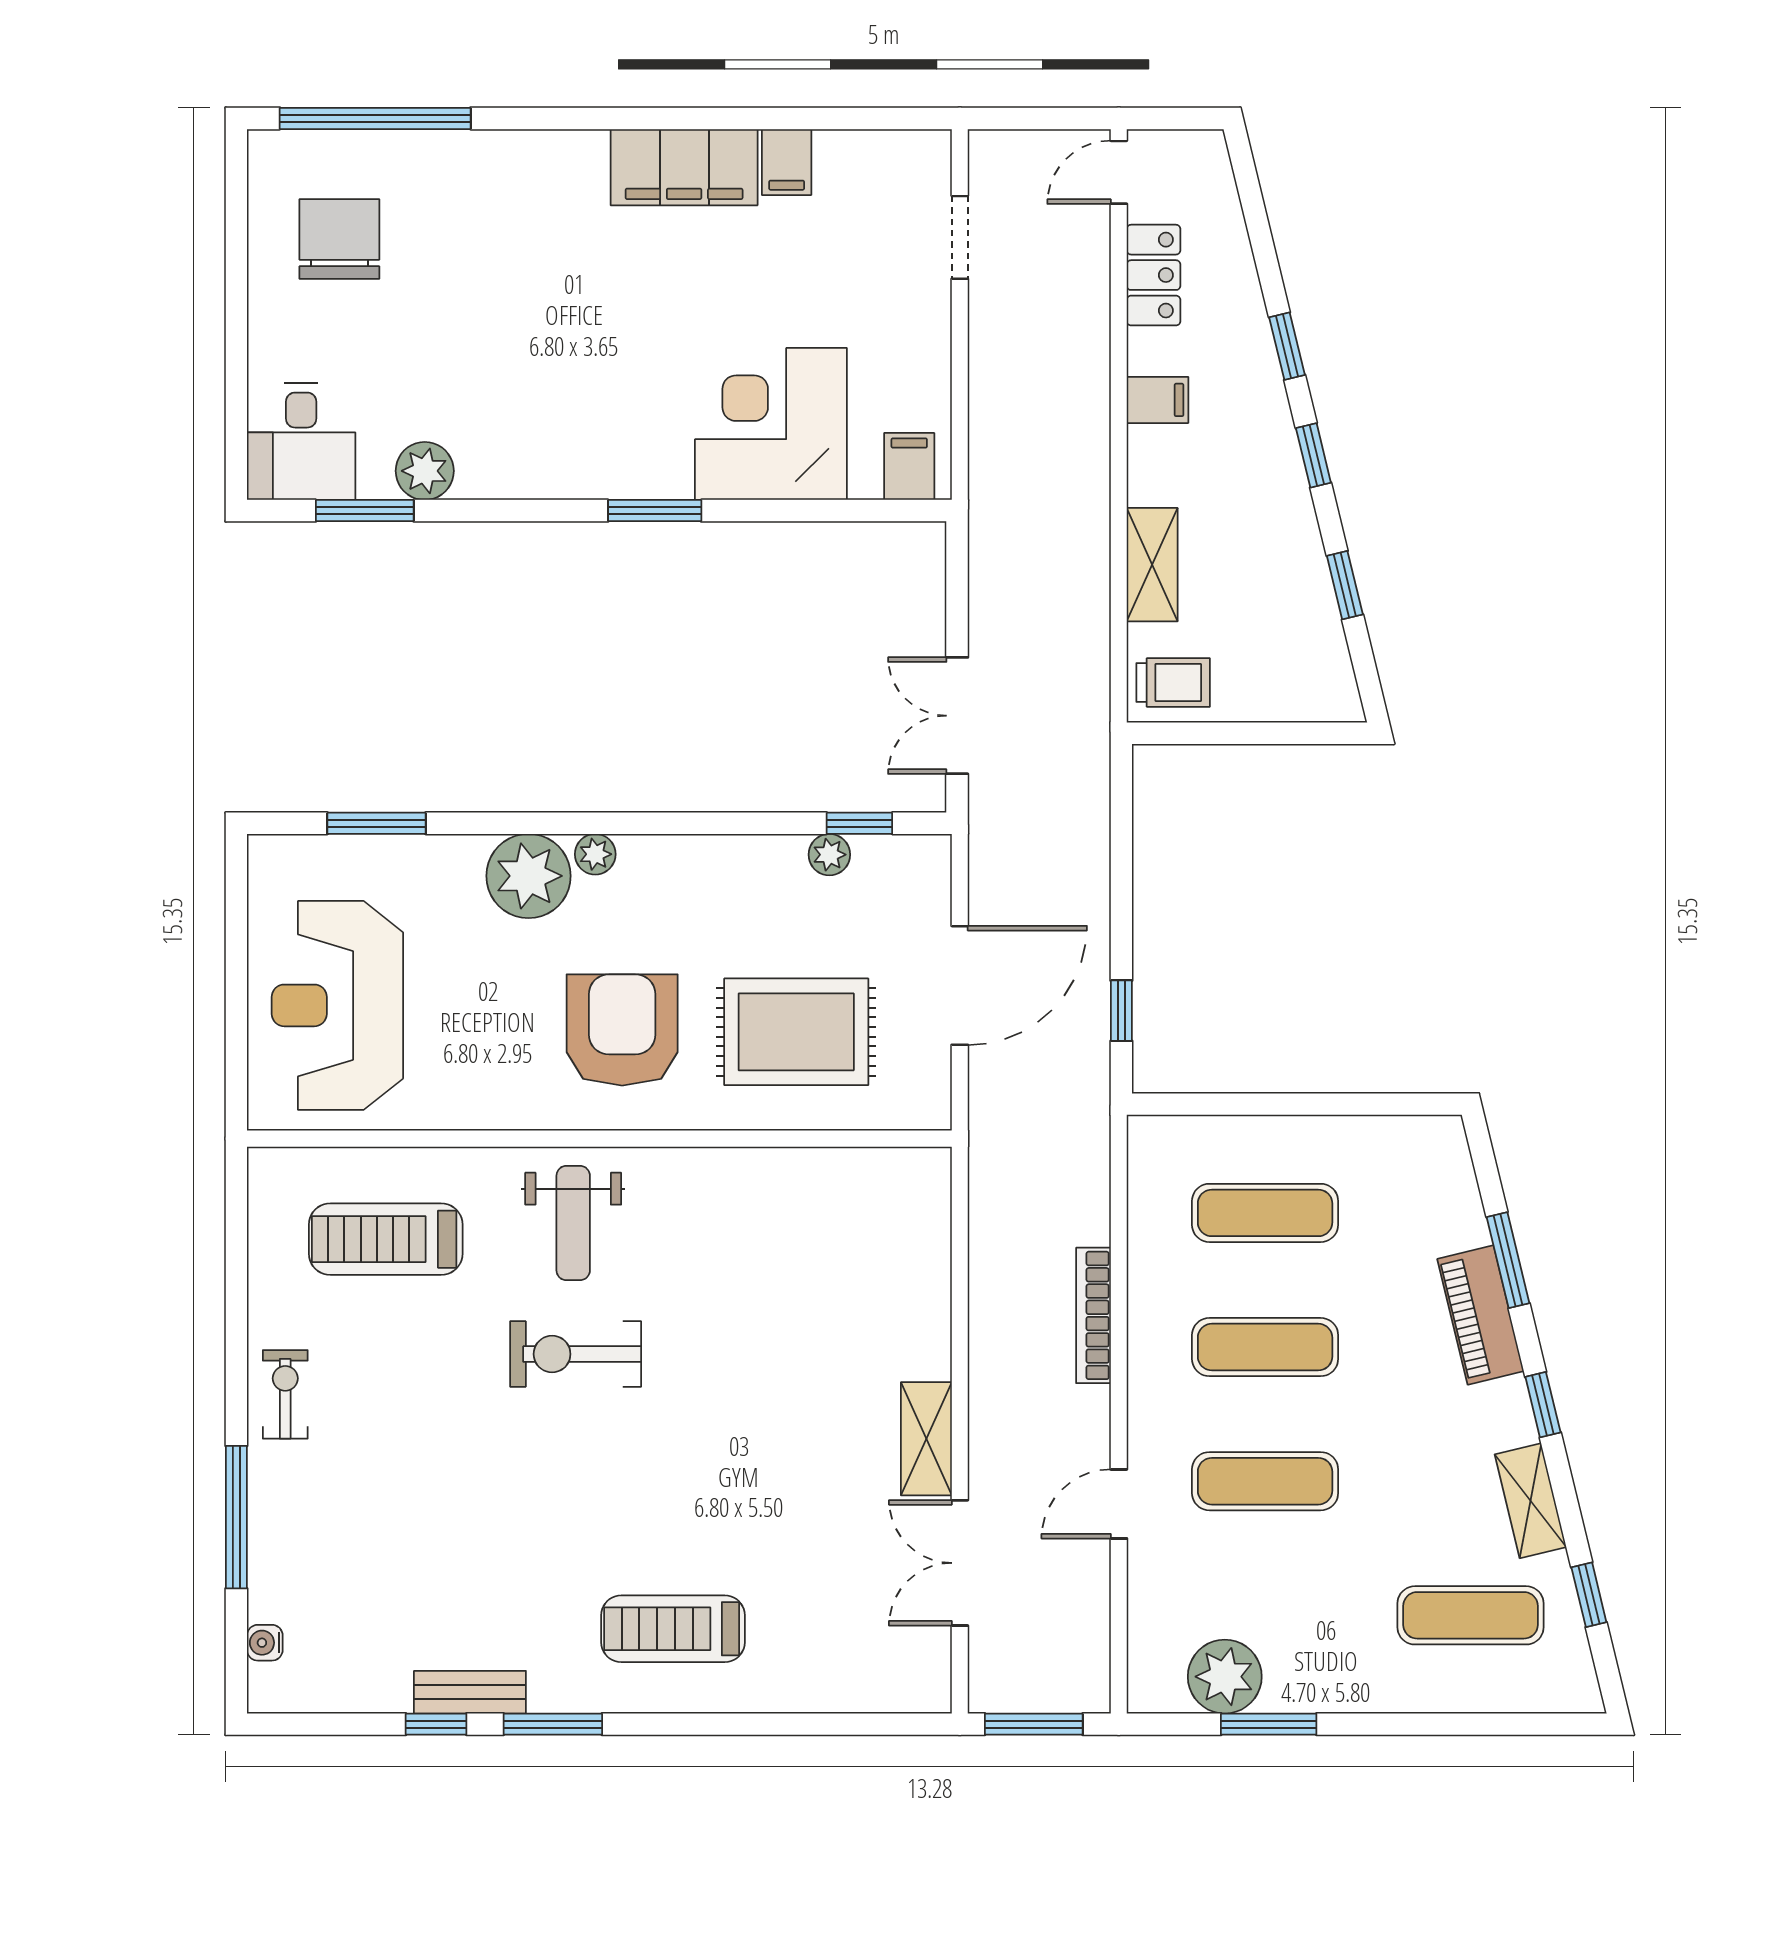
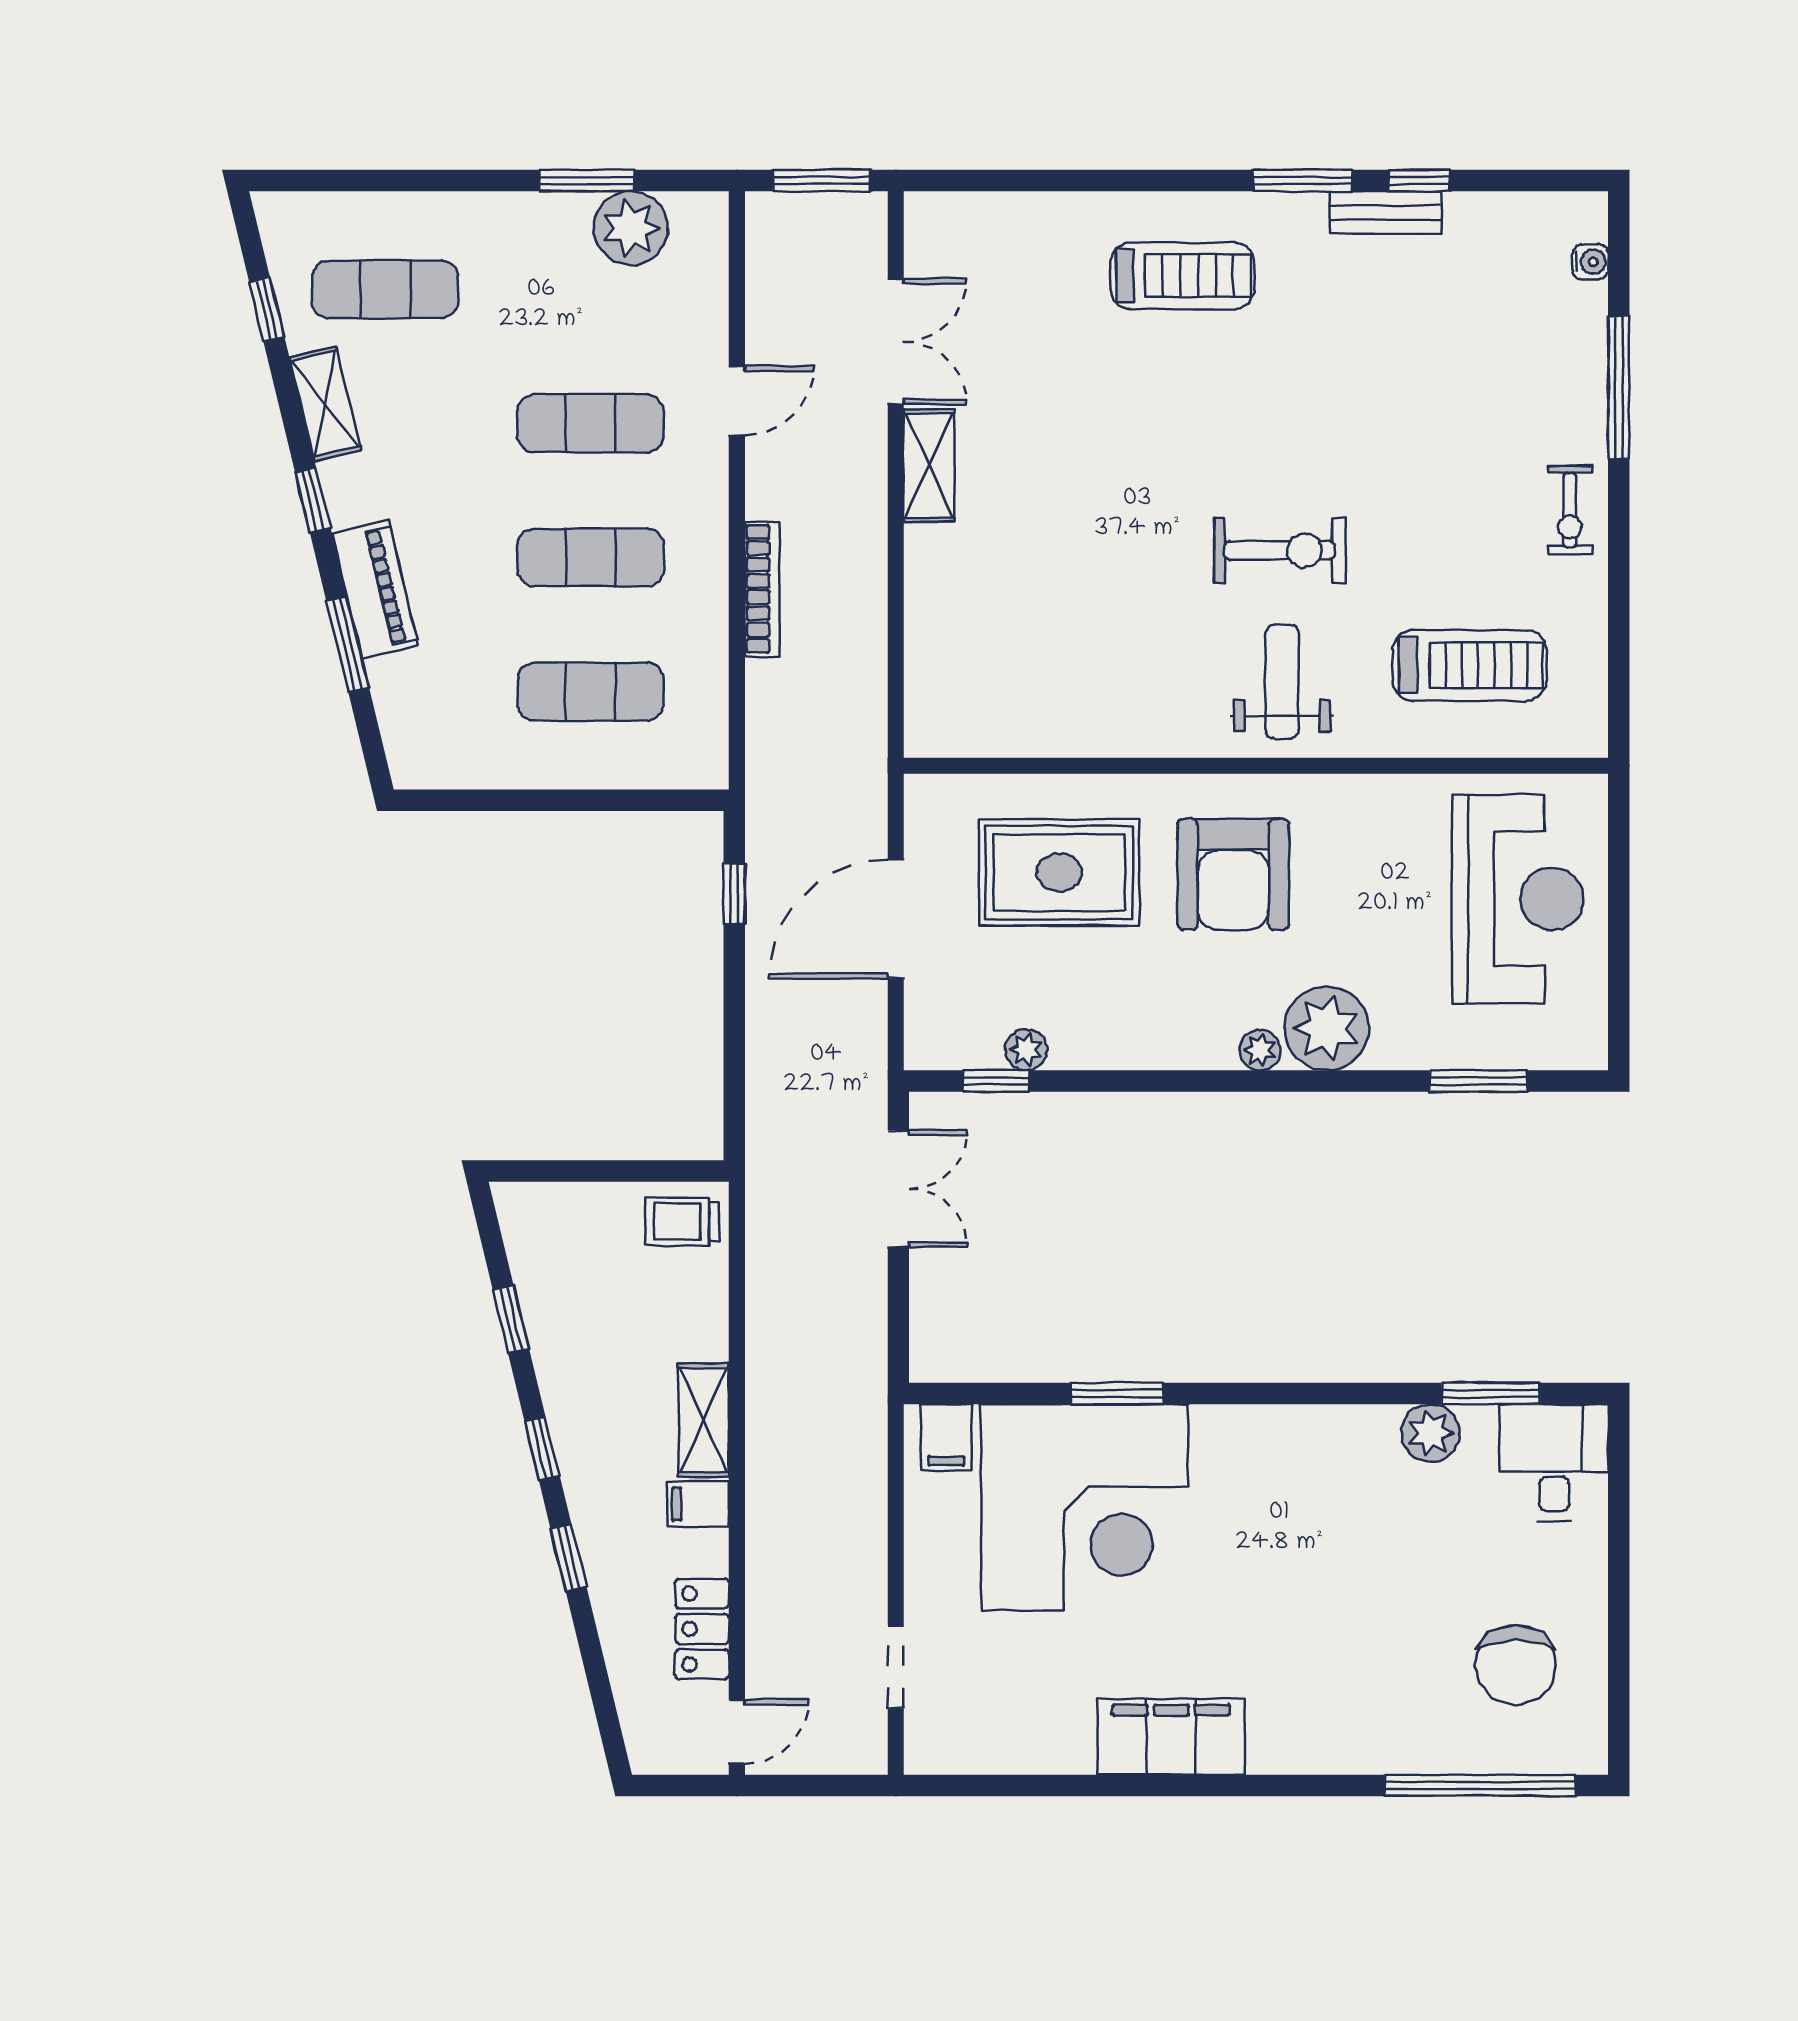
filing cabinet: (787, 162) -> (1069, 1742), removed
corner desk: (771, 424) -> (1084, 1507), width x1.36, depth x1.36
window: (655, 511) -> (1117, 1393), moved
shelving: (1152, 565) -> (703, 1420), moved

